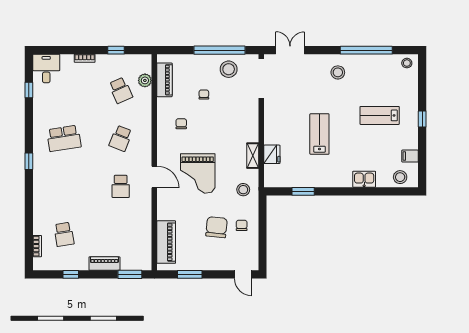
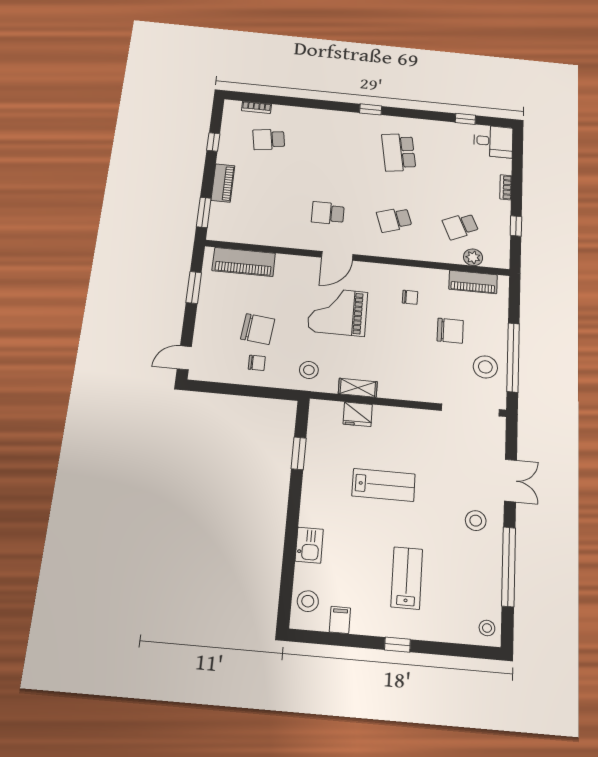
double door: (290, 50) -> (510, 481), moved
chair: (204, 95) -> (450, 331), width x1.87, depth x1.87
school desk: (121, 138) -> (394, 220), turned -39

